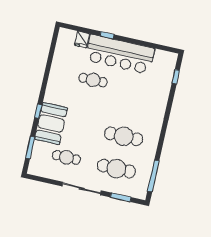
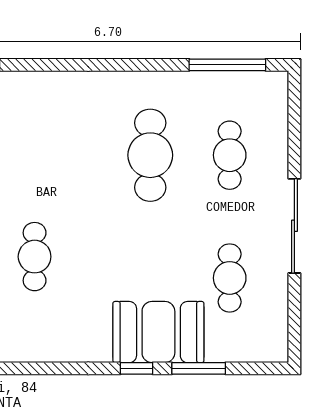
window: (30, 147) -> (199, 368), moved
cafe table: (116, 169) -> (230, 155), width x0.73, depth x0.74
window: (121, 197) -> (294, 130), removed

